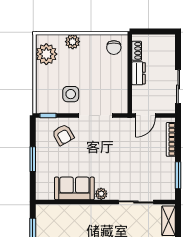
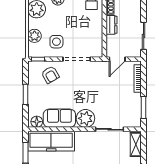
plant: (44, 87) -> (35, 36), added
floor lamp: (46, 193) -> (37, 122), added
plant: (101, 194) -> (85, 118), width x1.87, depth x1.87
freezer: (64, 216) -> (51, 141), added

